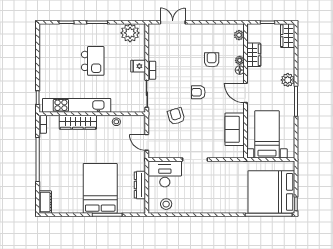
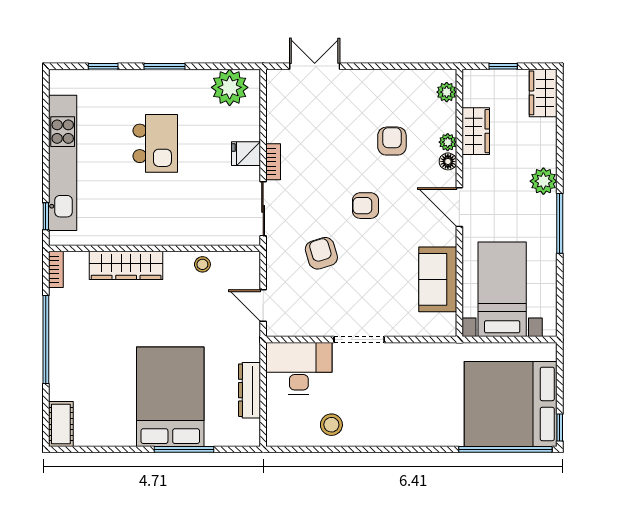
kitchen unit: (77, 105) -> (63, 163), moved, turned 90
stool: (166, 204) -> (331, 425), moved

